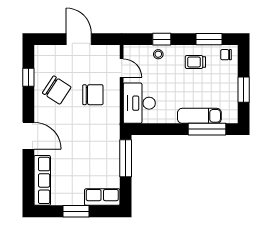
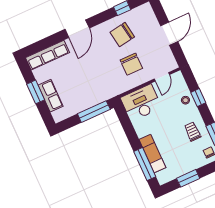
chair: (57, 90) -> (122, 35), turned 48
row of seats: (102, 197) -> (51, 96), moved

